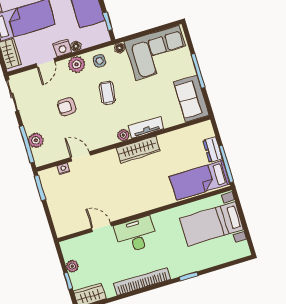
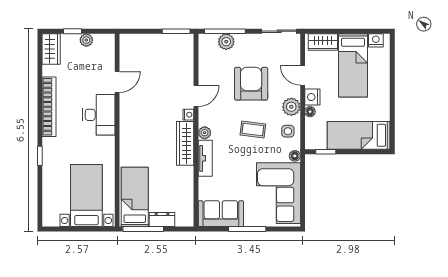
armchair: (67, 107) -> (251, 84), width x1.88, depth x1.88
door: (81, 156) -> (196, 96), moved
nightstand: (63, 169) -> (188, 115), moved

